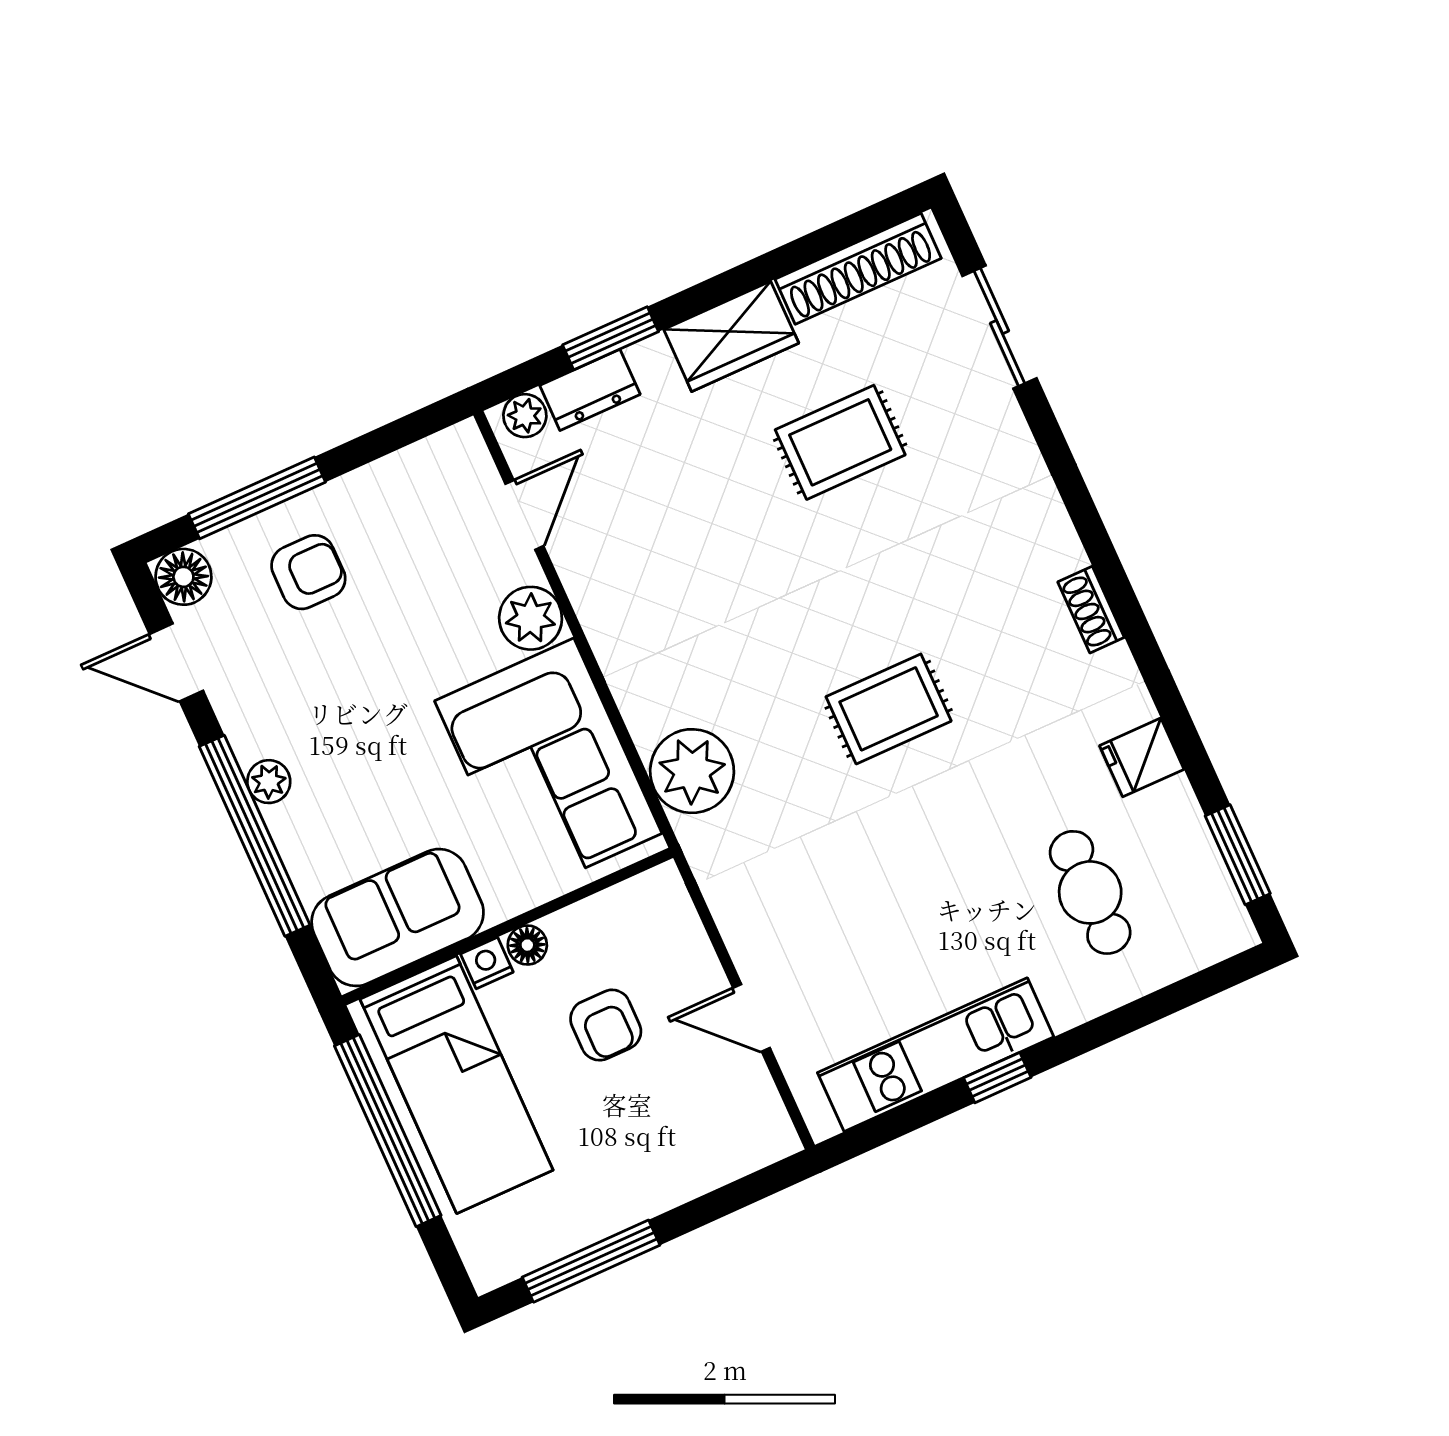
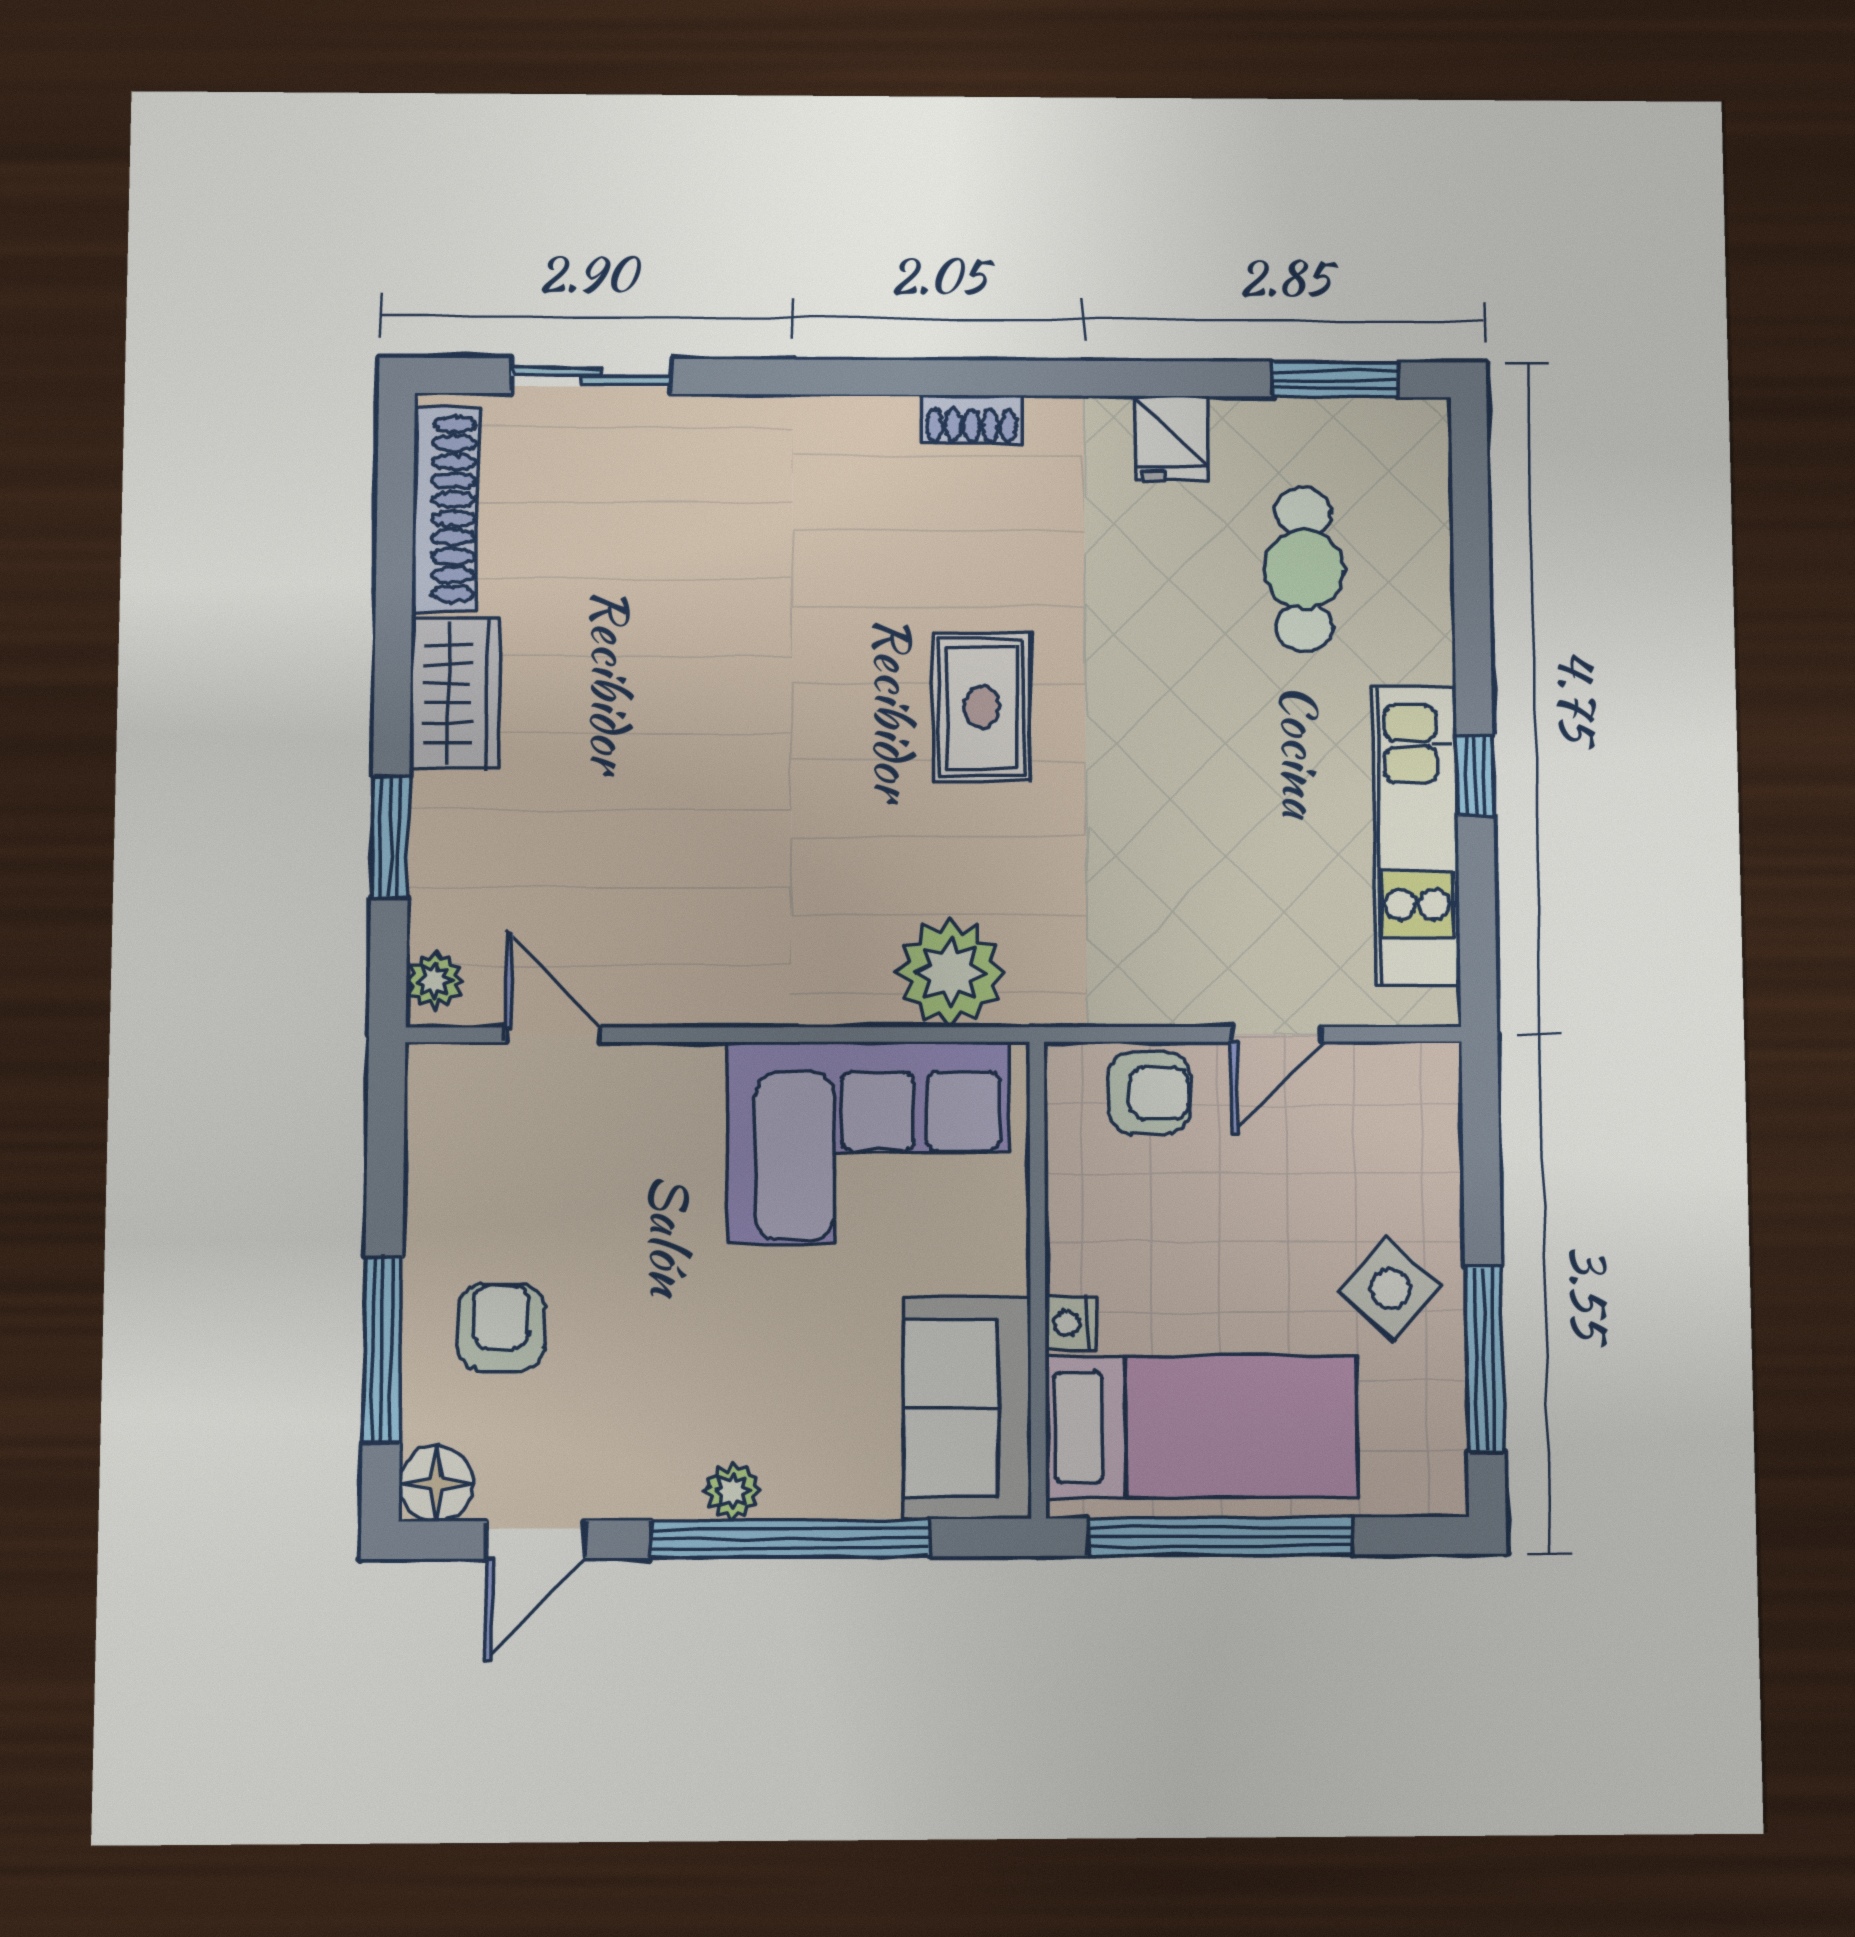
dresser: (590, 390) -> (440, 889), removed
rug: (840, 442) -> (640, 622), removed
plant: (531, 618) -> (680, 1083), removed
cafe table: (1090, 892) -> (1304, 569), turned 90
floor lamp: (527, 945) -> (1071, 1265), removed
armchair: (606, 1025) -> (1149, 1093), moved
side table: (610, 1174) -> (1390, 1289), added

